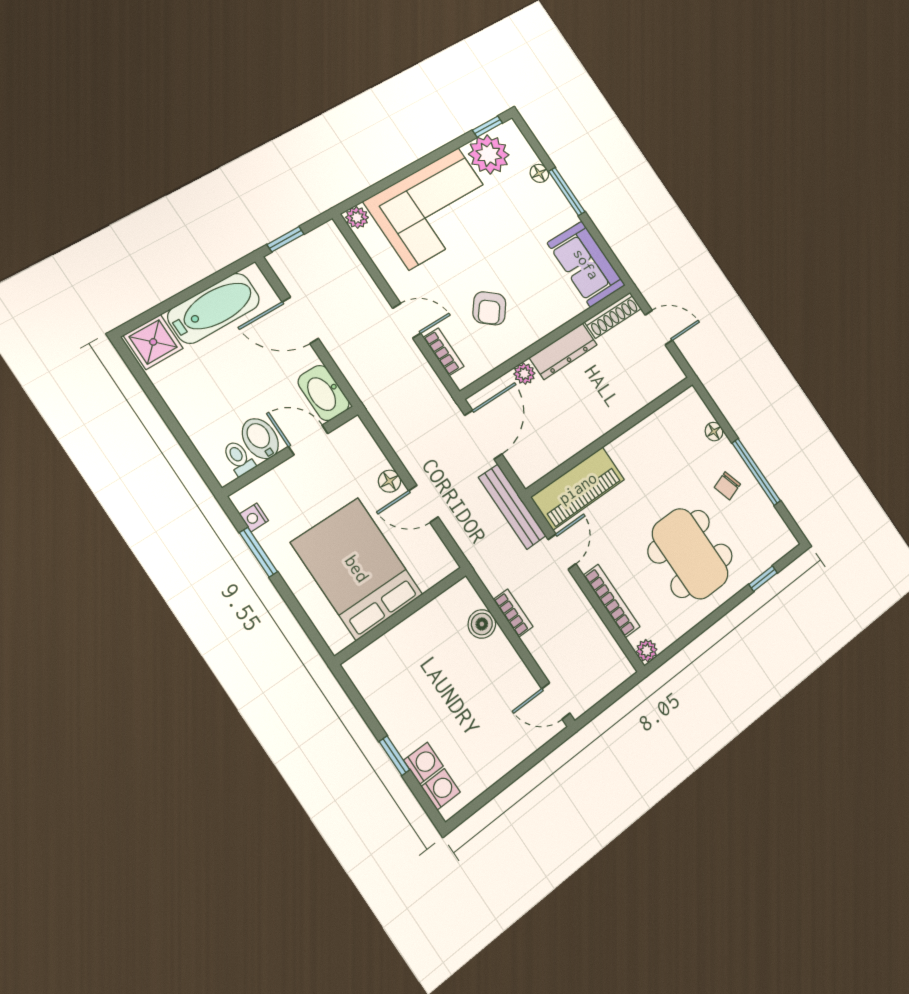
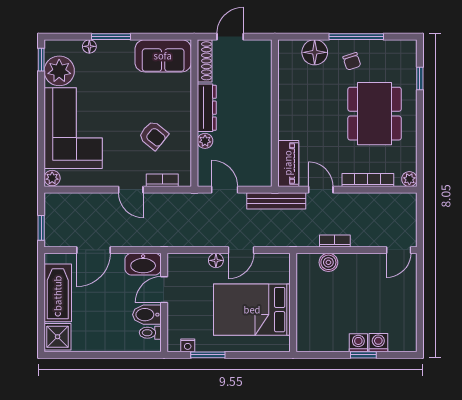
door: (407, 321) -> (131, 190), swing flipped
floor lamp: (714, 432) -> (315, 52), width x1.89, depth x1.89
door: (483, 435) -> (225, 190), width x0.73
piano: (578, 488) -> (288, 163), width x0.73, depth x0.75
dining table: (690, 554) -> (375, 114), turned 90
washing machine: (441, 789) -> (358, 343), moved

